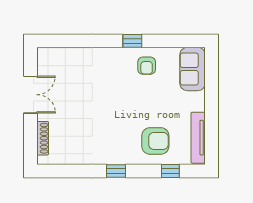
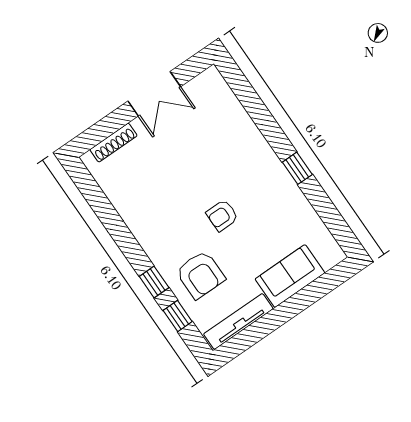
armchair: (147, 66) -> (222, 215), moved
sofa: (193, 69) -> (290, 276), moved
window: (116, 171) -> (154, 282), moved

